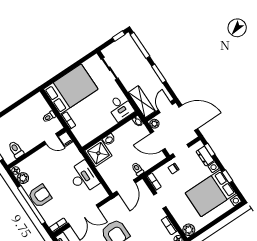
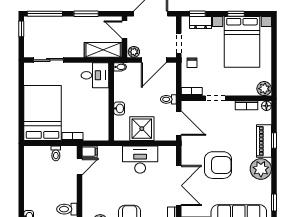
shower: (98, 153) -> (142, 129), moved

